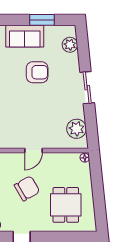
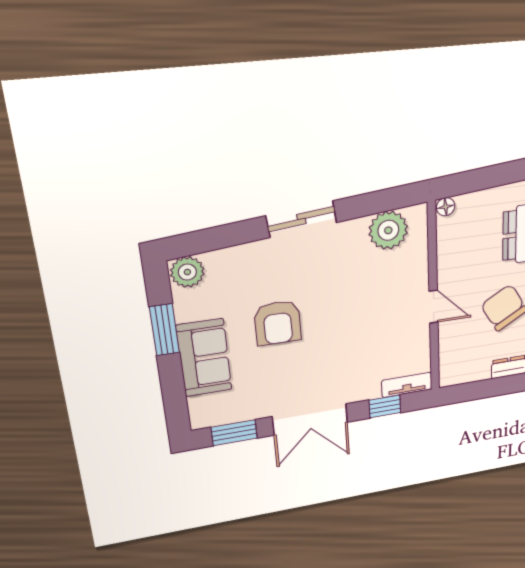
plant: (70, 45) -> (187, 272), moved
armchair: (37, 72) -> (278, 323), turned 180

